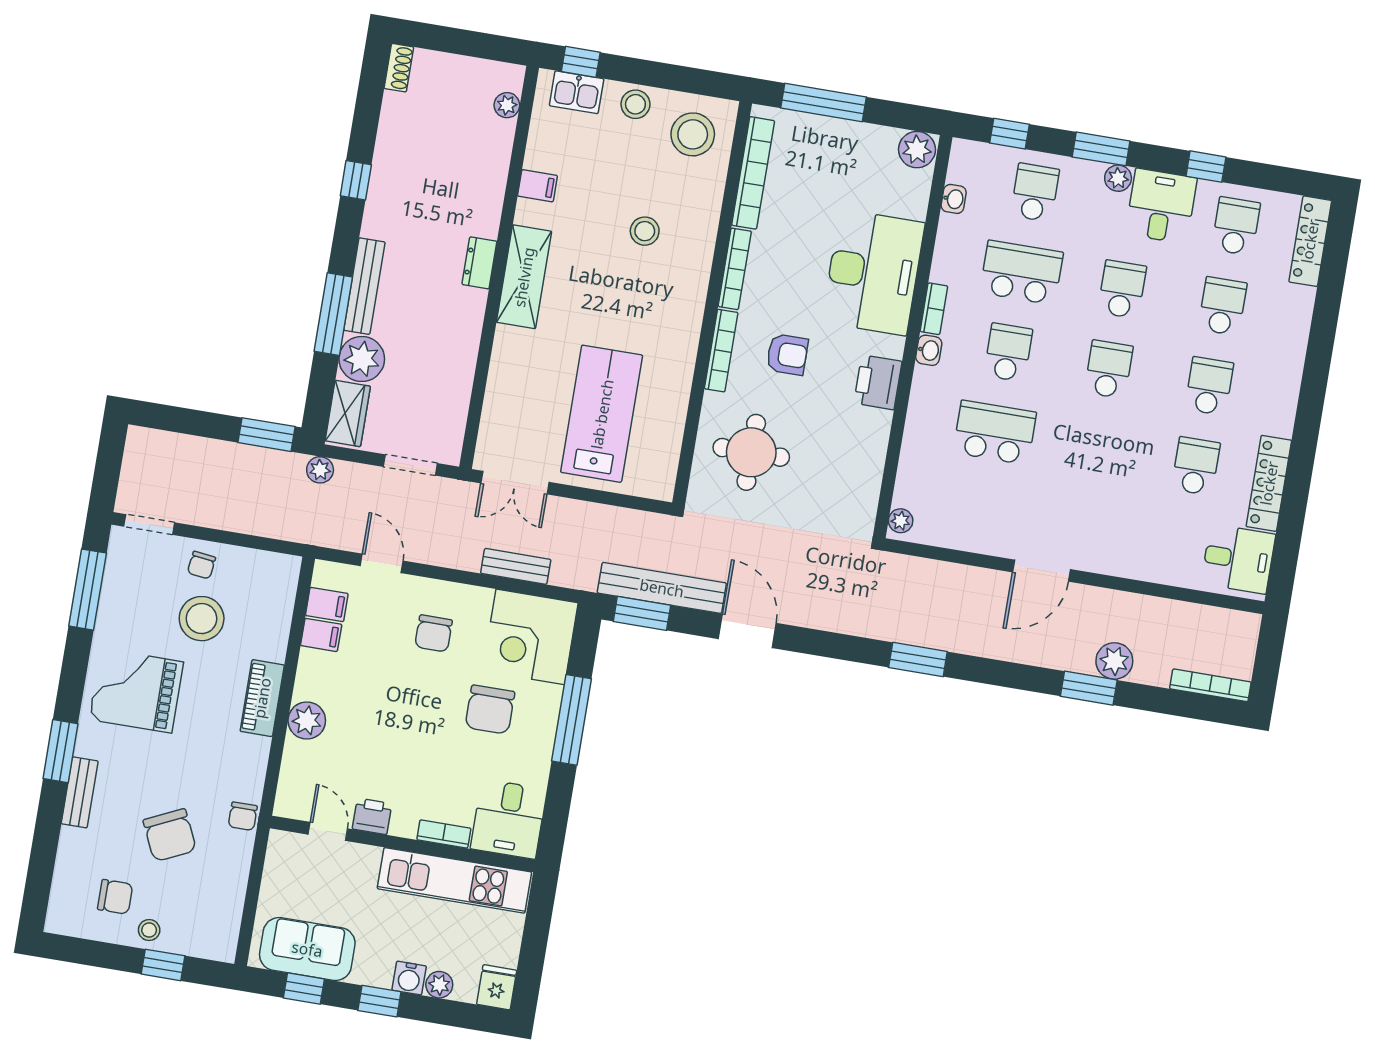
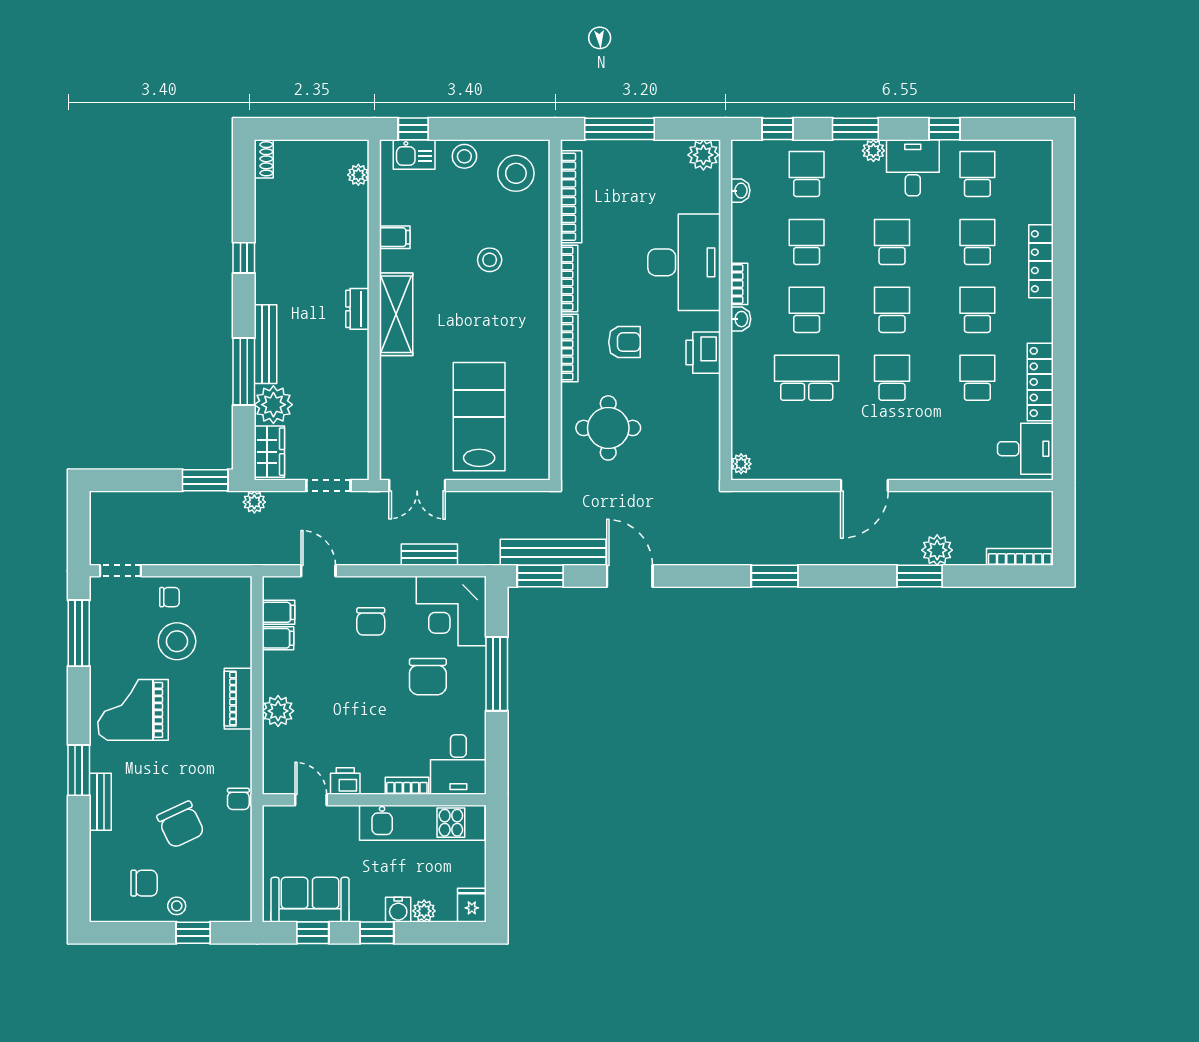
locker: (1310, 241) -> (1041, 261), moved
school desk: (1021, 272) -> (807, 242), width x0.54
school desk: (1095, 449) -> (892, 378), added
chair: (201, 565) -> (170, 597), turned -97

